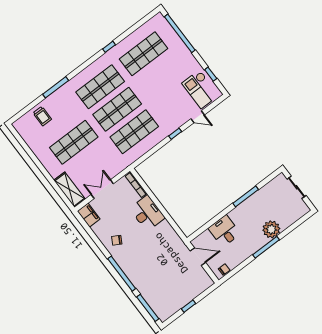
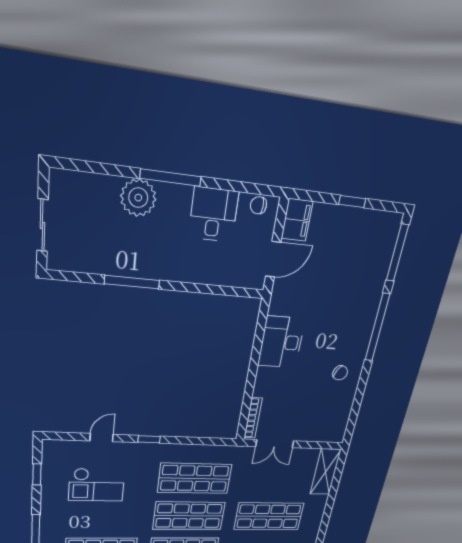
checkout: (200, 89) -> (97, 485), moved, turned 90
door: (198, 117) -> (102, 438), hinge flipped
double door: (102, 189) -> (275, 444), moved
desk: (147, 213) -> (281, 342), moved
filing cabinet: (89, 215) -> (297, 220), moved, turned 180
desk: (224, 231) -> (214, 214), moved, turned 180
door: (198, 257) -> (273, 259), swing flipped

